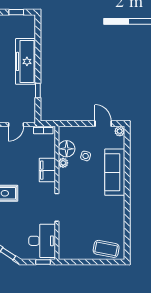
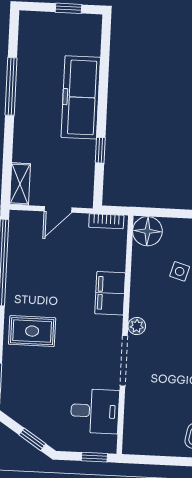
floor lamp: (67, 149) -> (147, 231), moved
plant: (63, 163) -> (137, 326), moved
desk: (42, 241) -> (95, 411), width x0.73

